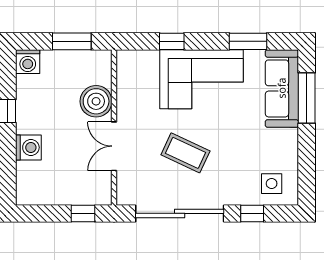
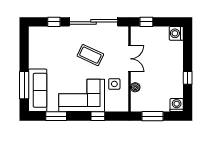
boiler: (96, 101) -> (135, 87), width x0.54, depth x0.54
washing machine: (28, 147) -> (176, 33), moved
side table: (272, 184) -> (114, 84), moved

